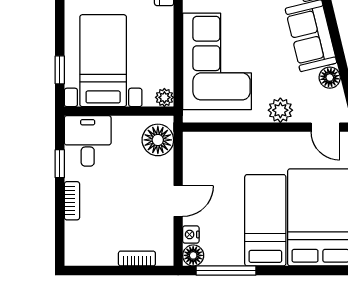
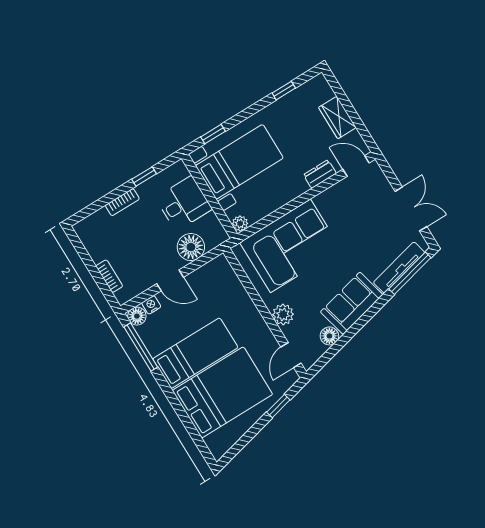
floor lamp: (158, 140) -> (191, 247), moved
desk: (88, 141) -> (184, 203), moved

